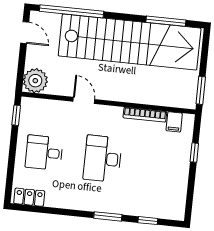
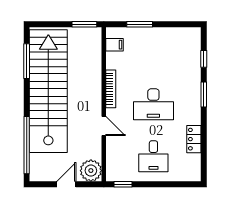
door: (25, 33) -> (66, 184), moved
door: (84, 100) -> (104, 126), swing flipped
bookcase: (145, 115) -> (111, 89), moved
window: (194, 153) -> (140, 24), width x1.50
locker: (29, 197) -> (194, 139), moved

